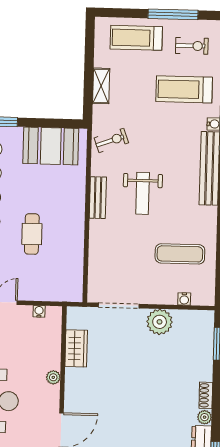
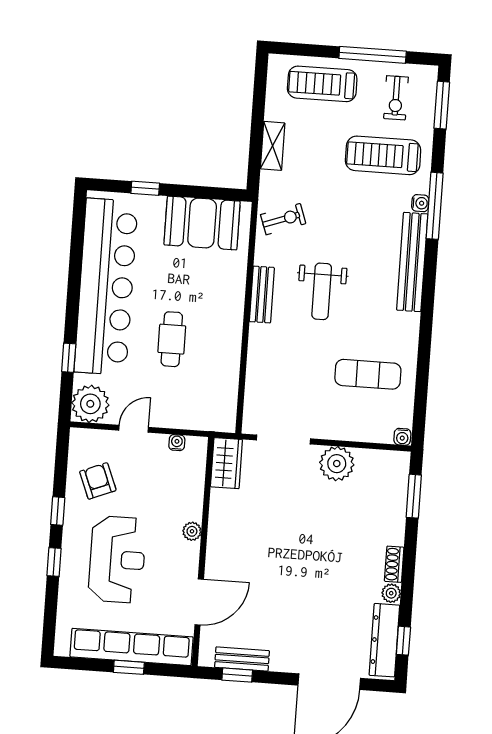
exercise bike: (192, 46) -> (396, 98), turned 90
water cooler: (184, 299) -> (402, 437), moved
wardrobe: (76, 348) -> (226, 463), moved

